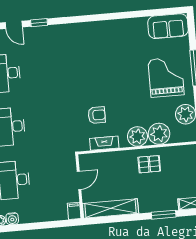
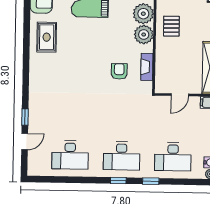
rug: (124, 36) -> (47, 37), added
door: (79, 180) -> (180, 95), swing flipped

